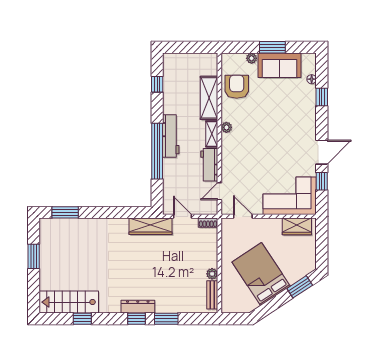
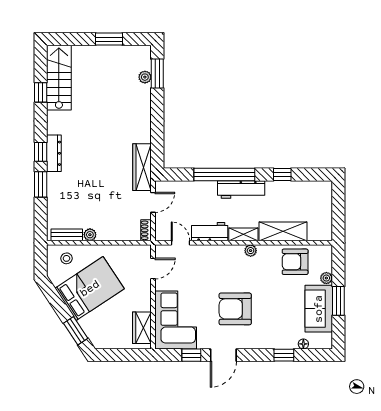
window: (157, 84) -> (282, 175), moved
armchair: (237, 87) -> (295, 262), turned 180
armchair: (280, 141) -> (235, 309), added
door: (322, 152) -> (223, 355), hinge flipped
plant: (68, 224) -> (145, 77), added
stool: (234, 295) -> (67, 258), added

